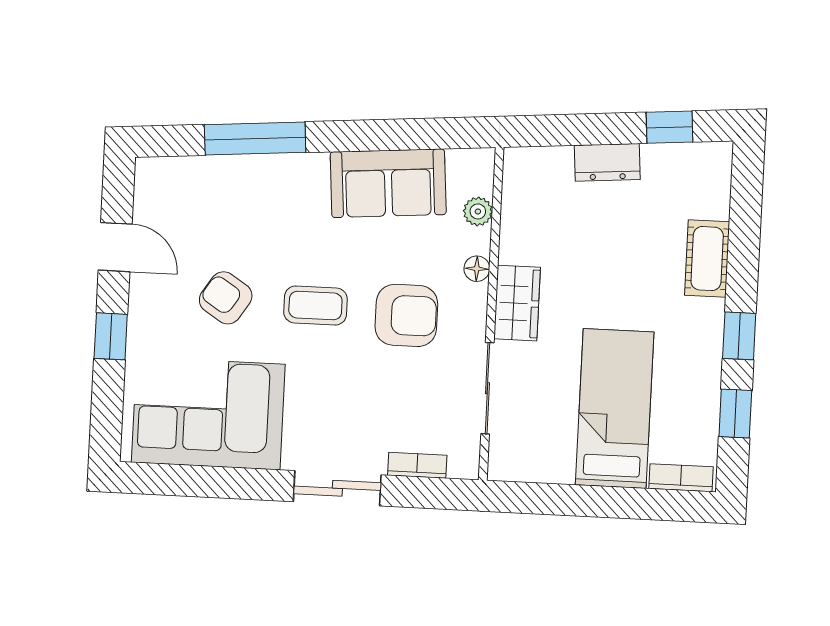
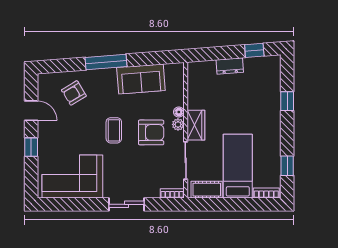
window: (255, 139) -> (106, 62), moved
plant: (478, 211) -> (178, 124), moved
cot: (707, 259) -> (207, 190), moved, turned 90
armchair: (226, 298) -> (74, 93), moved, turned -64
coffee table: (315, 305) -> (114, 130), turned 90
window: (739, 336) -> (287, 101), moved
bookcase: (417, 465) -> (172, 193), moved

